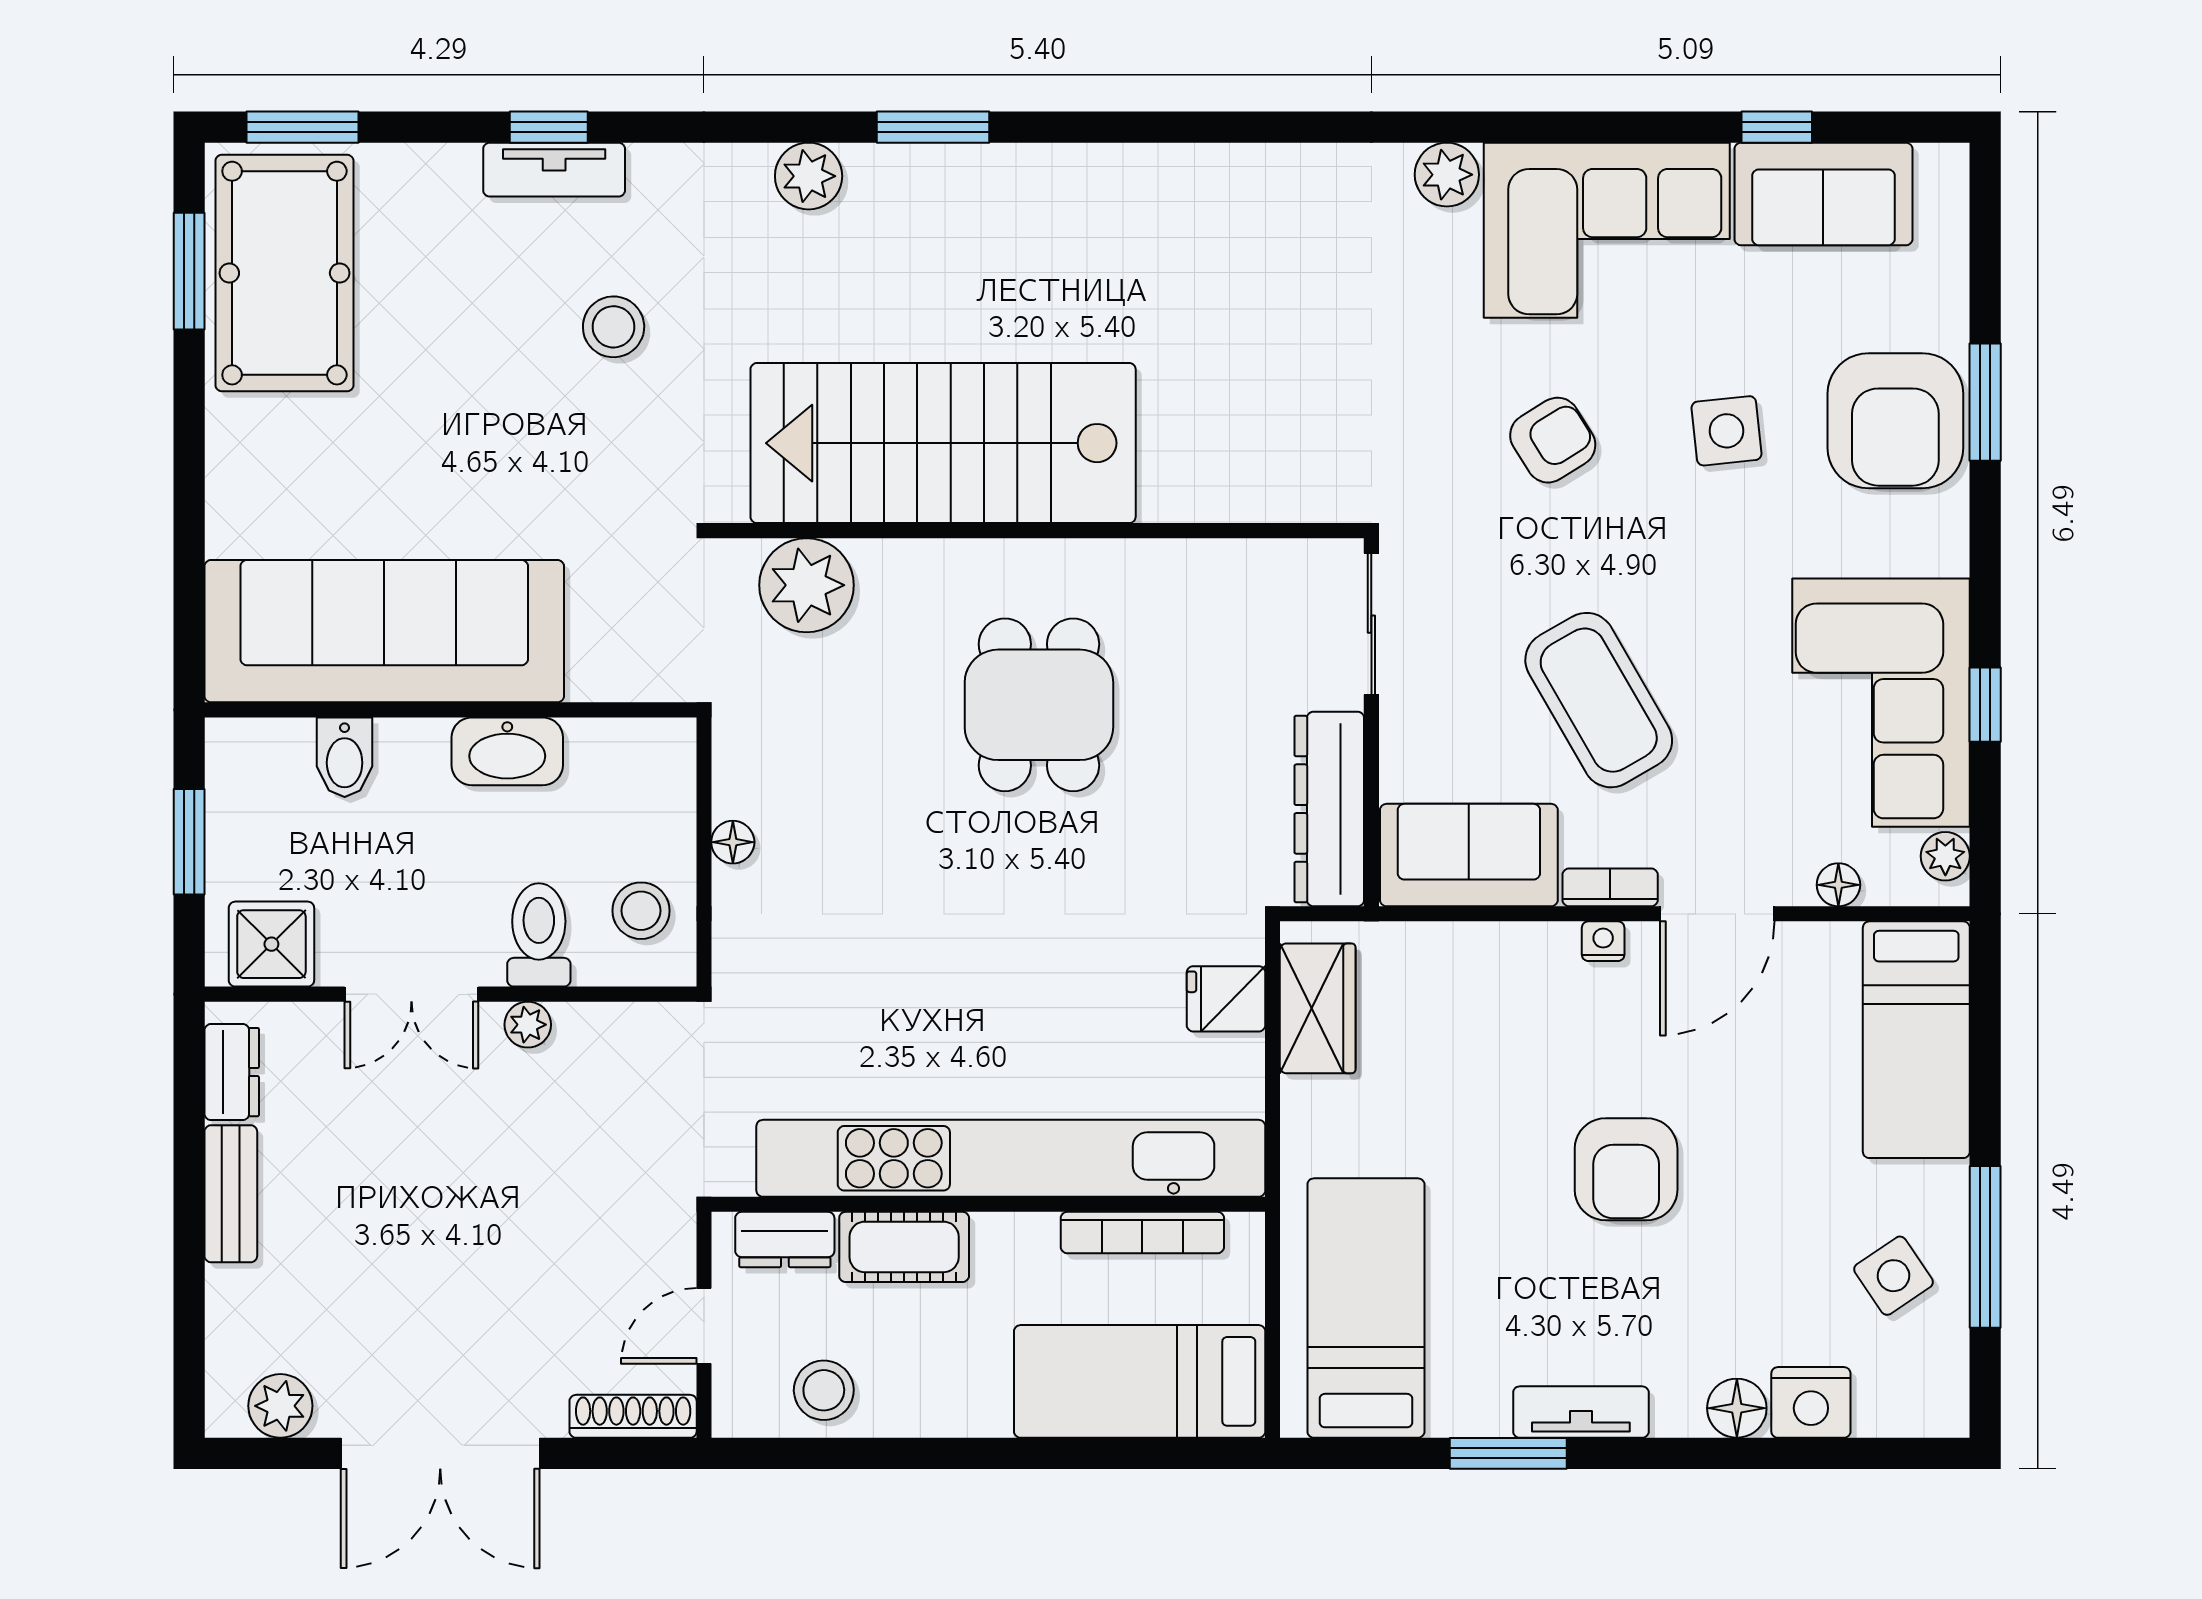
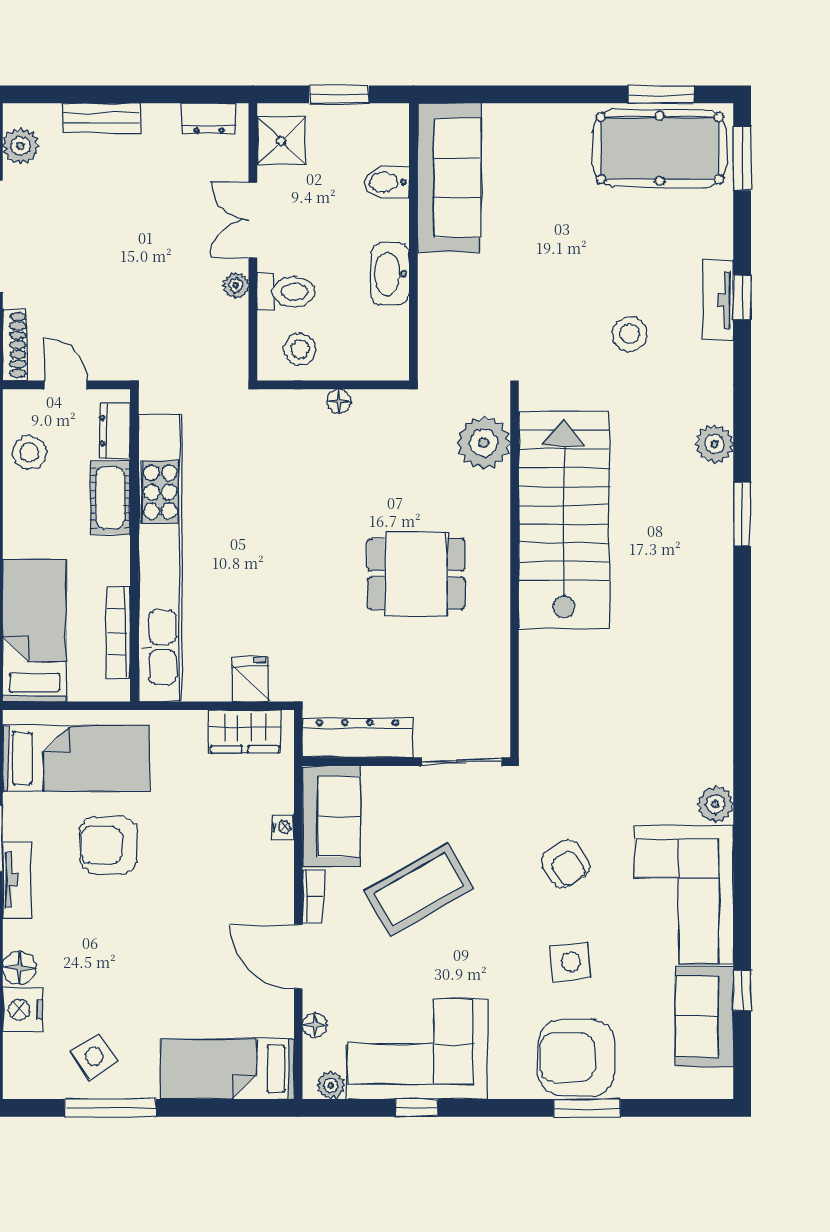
sofa: (384, 631) -> (449, 178), width x0.74, depth x0.79
nightstand: (1603, 941) -> (283, 827), moved
armchair: (1626, 1169) -> (108, 845), moved
bench: (231, 1194) -> (101, 118), moved

